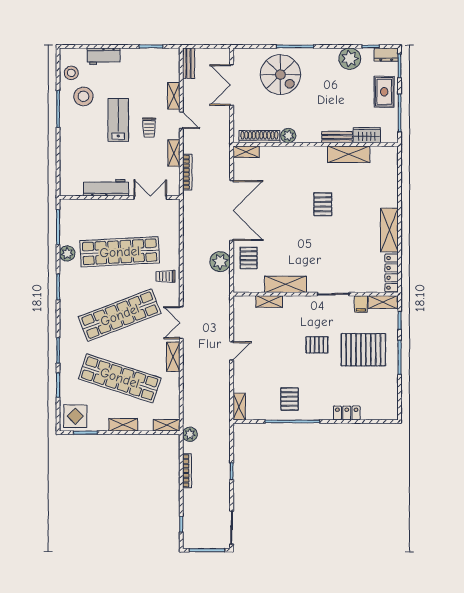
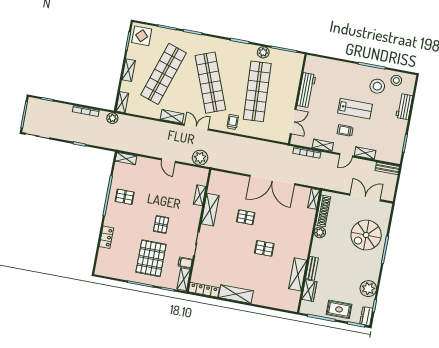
pallet: (249, 258) -> (246, 217), moved
plant: (220, 262) -> (200, 158), moved

